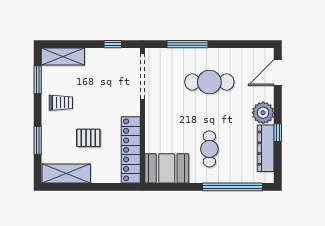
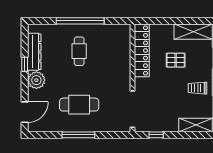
window: (187, 44) -> (78, 135), moved
booth: (167, 168) -> (113, 36), removed
window: (232, 187) -> (80, 21), moved

